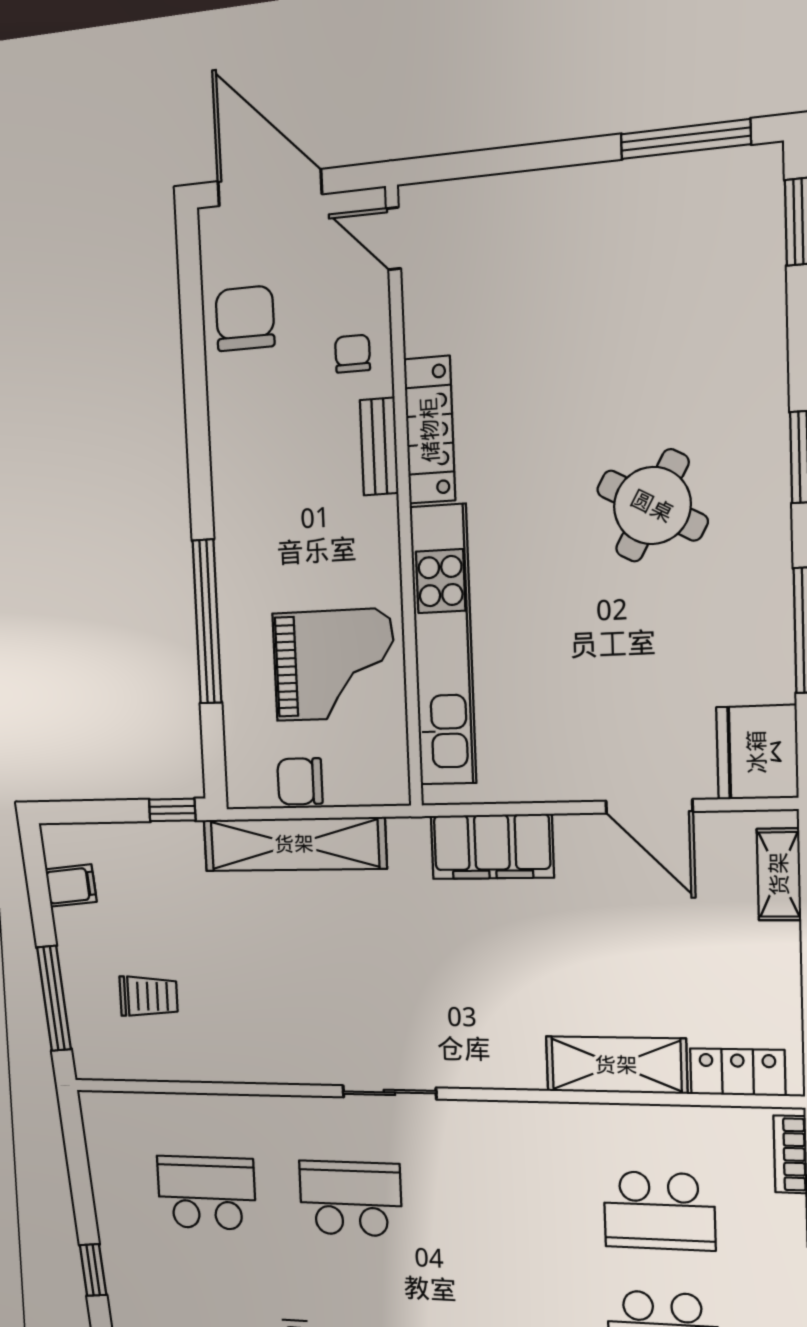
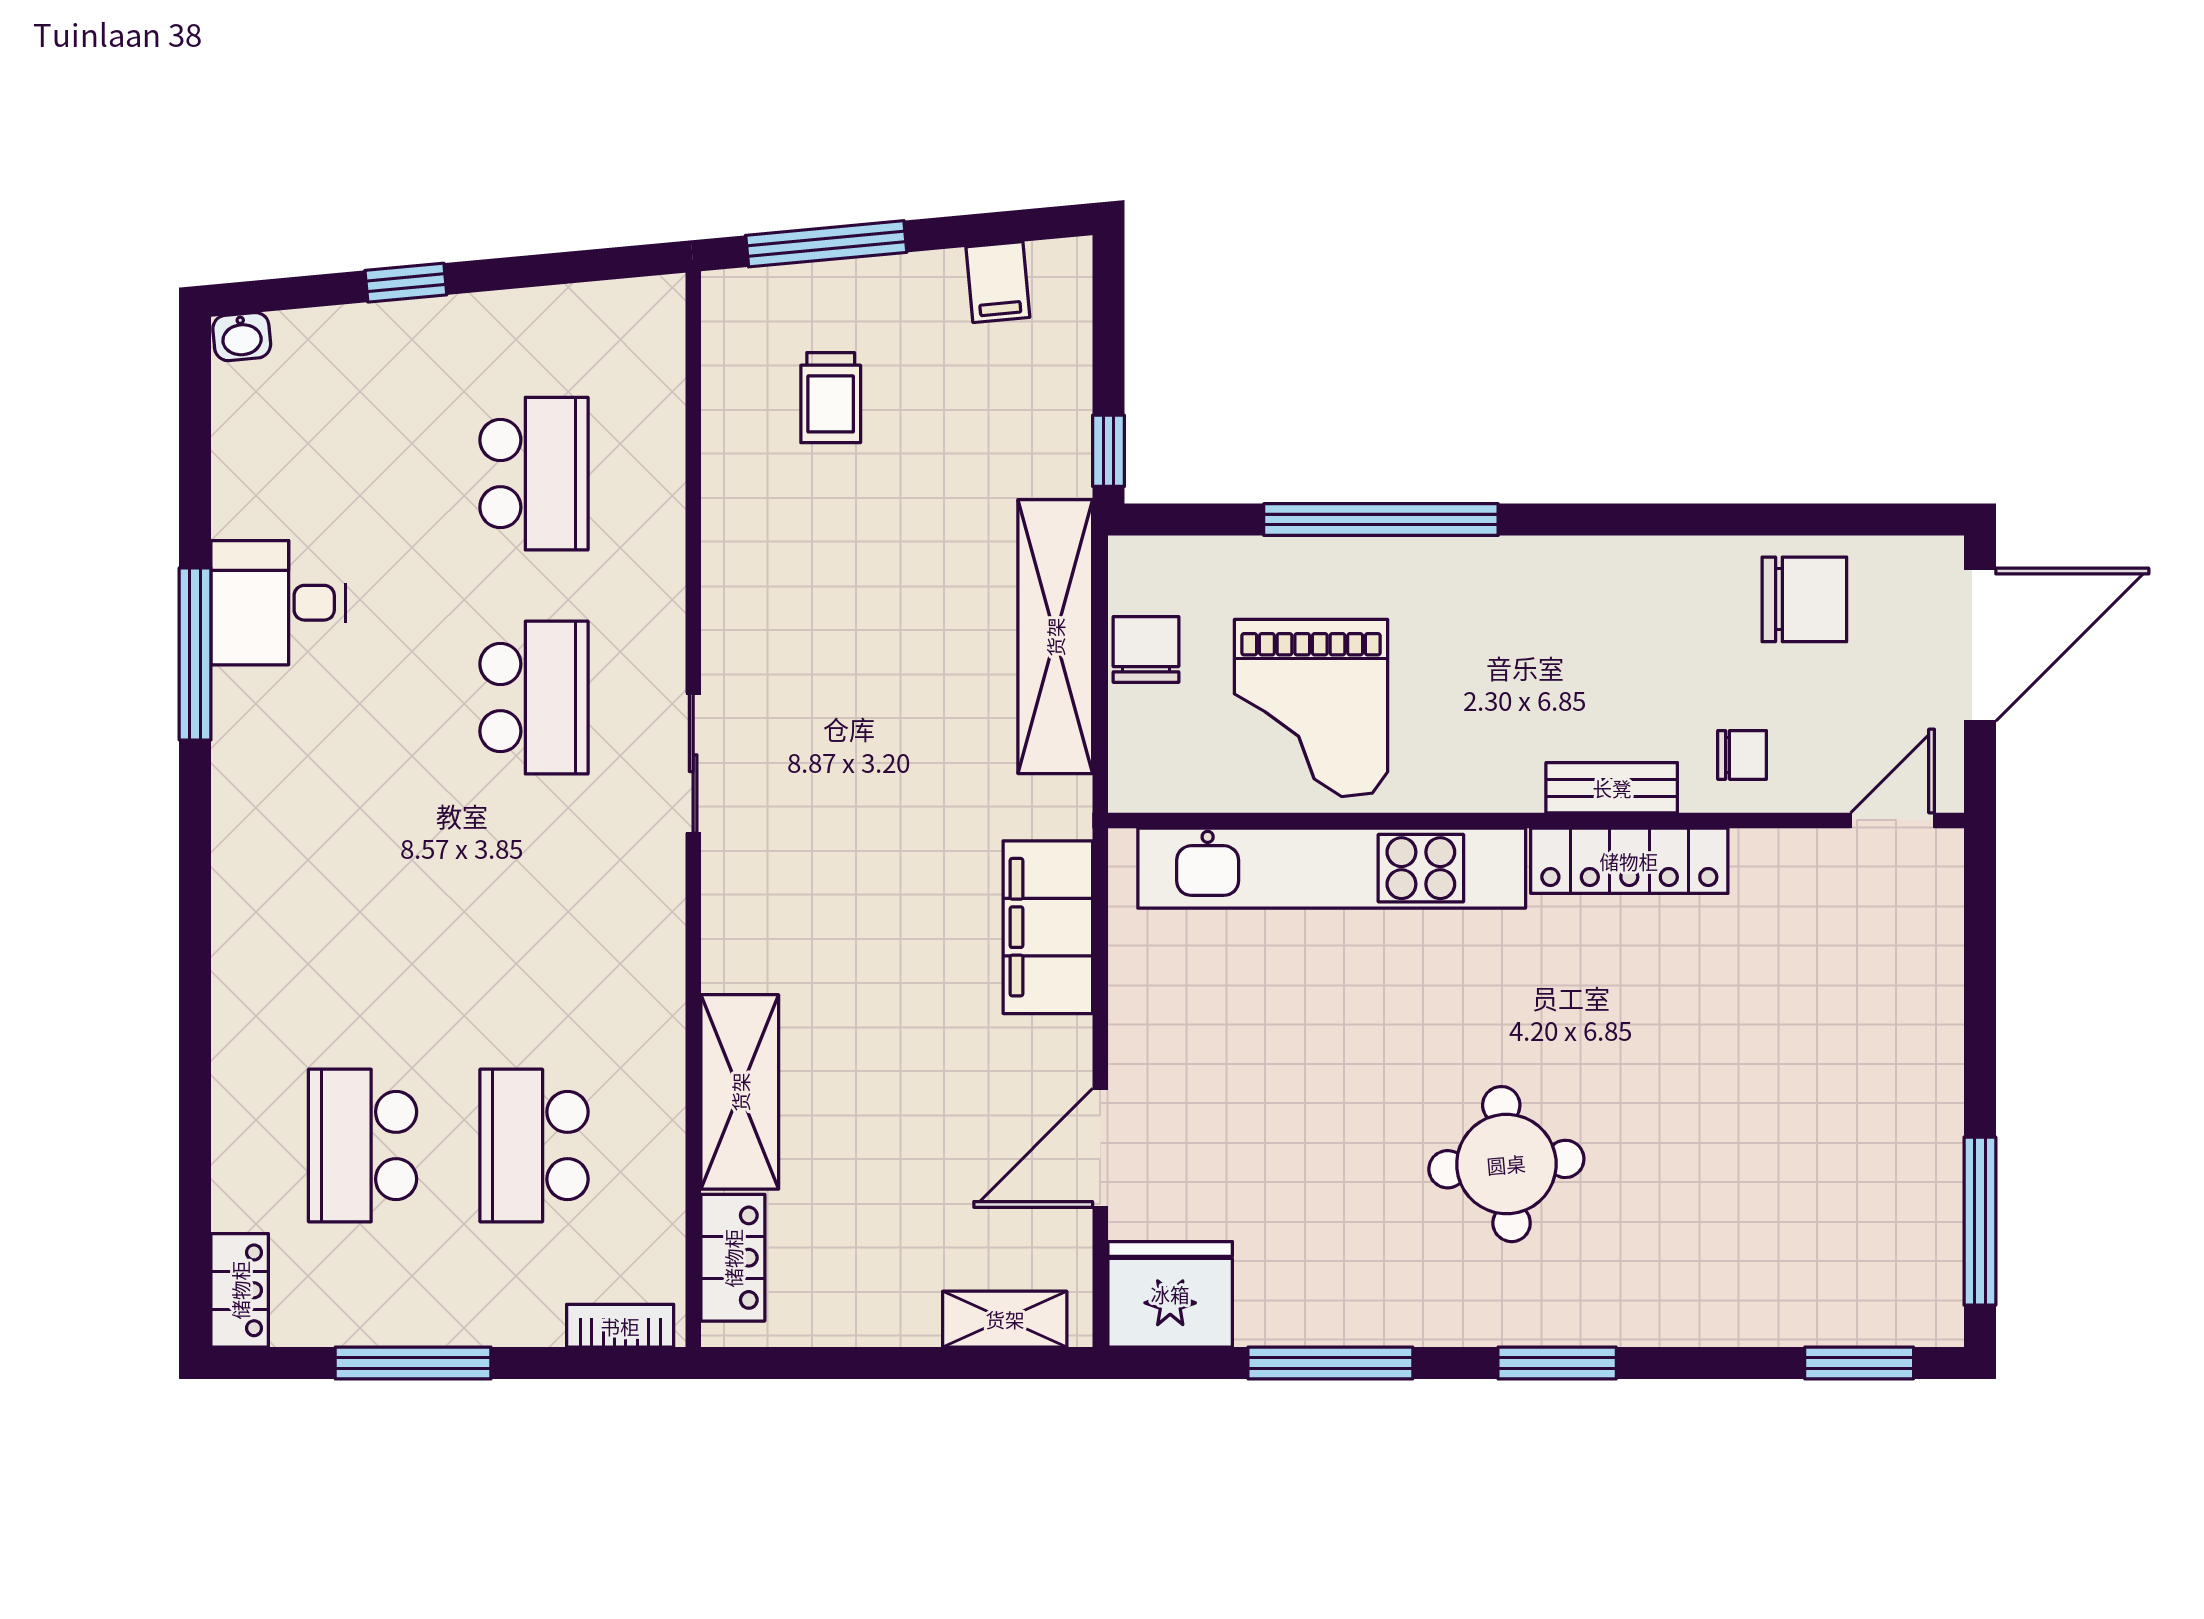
round table: (652, 506) -> (1506, 1164), turned -34

